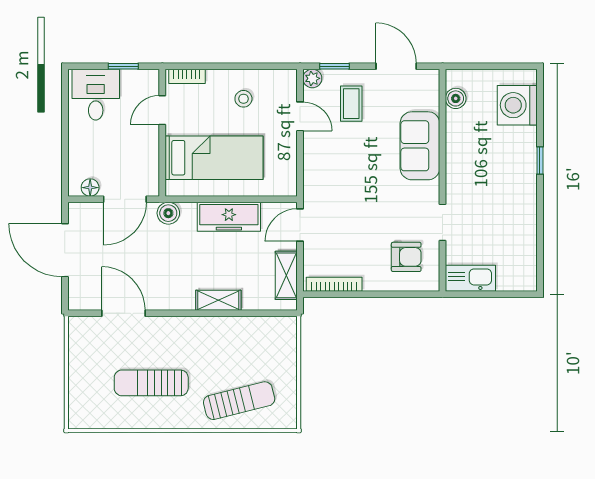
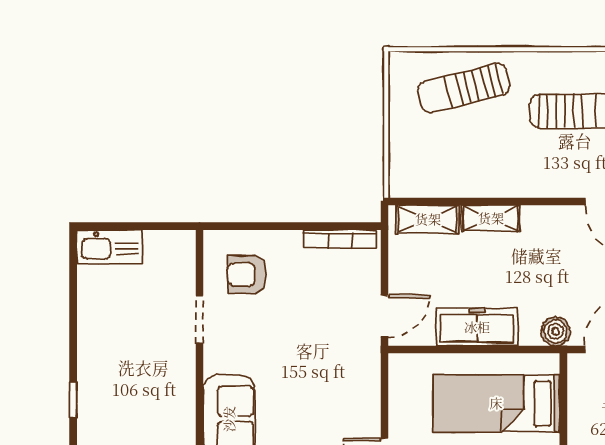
shelving: (286, 275) -> (428, 219), moved, turned 90
kitchen sink: (470, 278) -> (109, 247), moved

